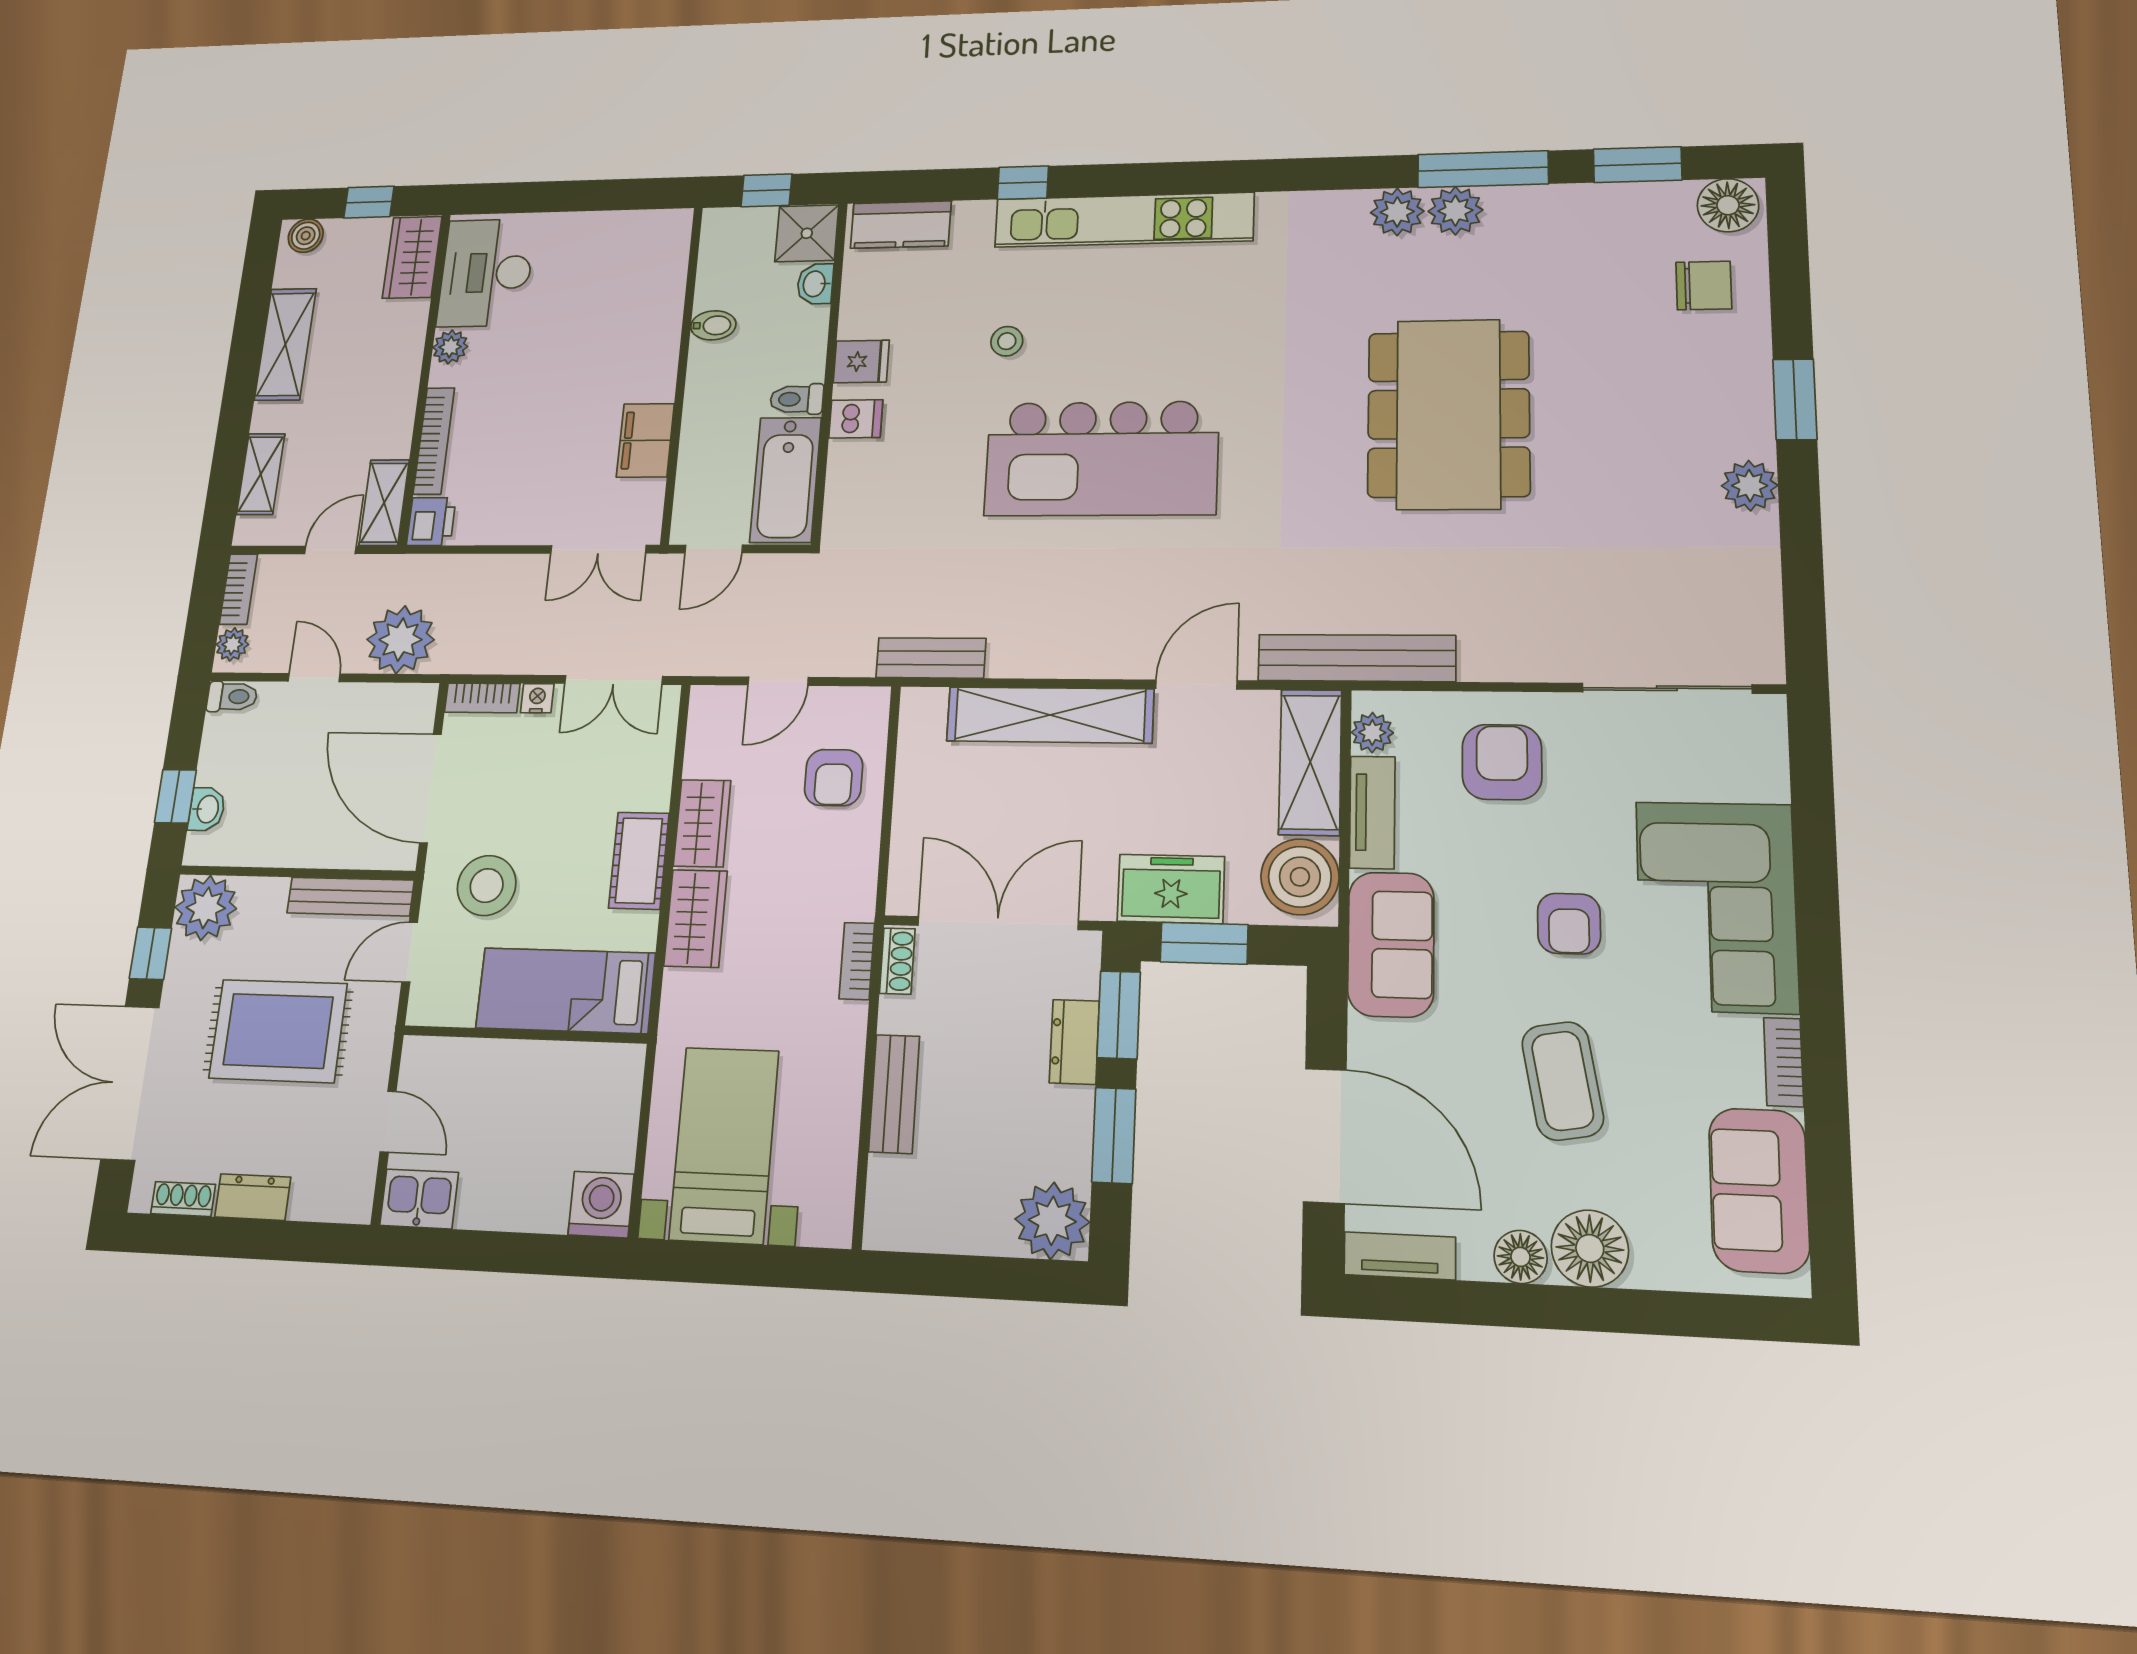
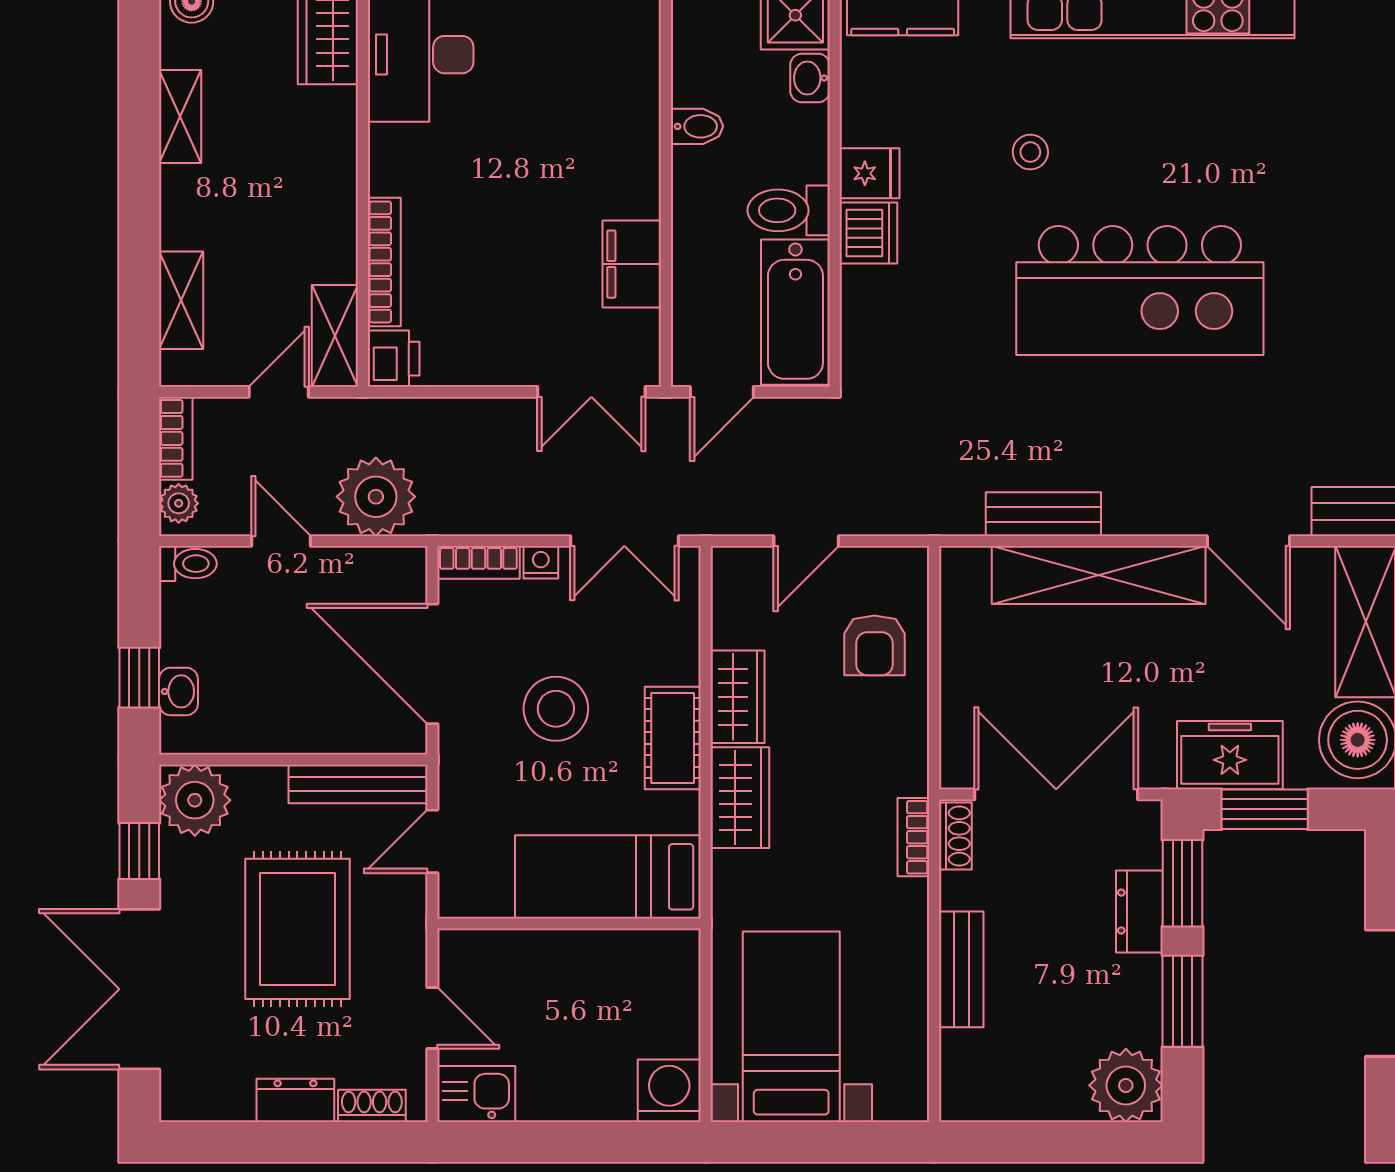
shelving: (285, 344) -> (180, 116), width x0.67, depth x0.75
plant: (450, 347) -> (389, 147), removed
toilet: (797, 399) -> (789, 210), width x1.37, depth x1.39
dishwasher: (856, 419) -> (868, 233), width x1.38
bench: (931, 658) -> (1043, 514), moved
door: (1196, 685) -> (1249, 541), swing flipped
stool: (487, 886) -> (556, 709), moved
rug: (278, 1031) -> (297, 929), turned 90
shoe rack: (183, 1199) -> (372, 1106), moved

